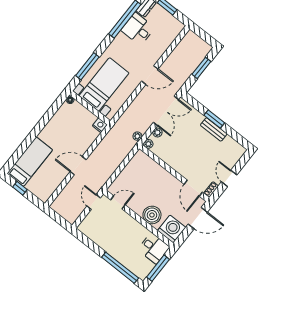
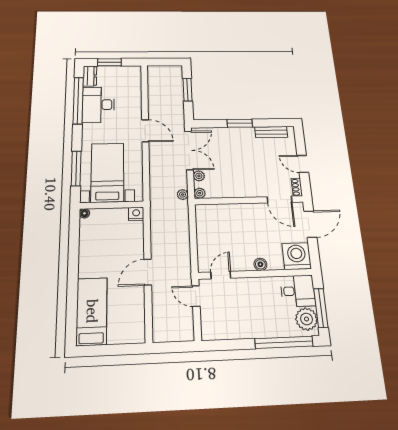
desk: (138, 29) -> (98, 105), width x1.37
door: (150, 75) -> (145, 131), hinge flipped
bench: (214, 129) -> (271, 132), moved
window: (20, 188) -> (104, 350), removed
boiler: (152, 215) -> (260, 264), width x0.54, depth x0.54
plant: (144, 267) -> (307, 319), added

